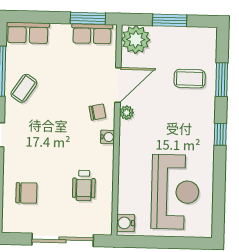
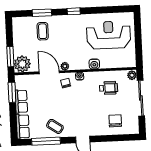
window: (170, 20) -> (10, 57), moved
row of seats: (92, 34) -> (21, 101), moved
water cooler: (126, 223) -> (94, 64), moved
plant: (103, 227) -> (132, 75), added

